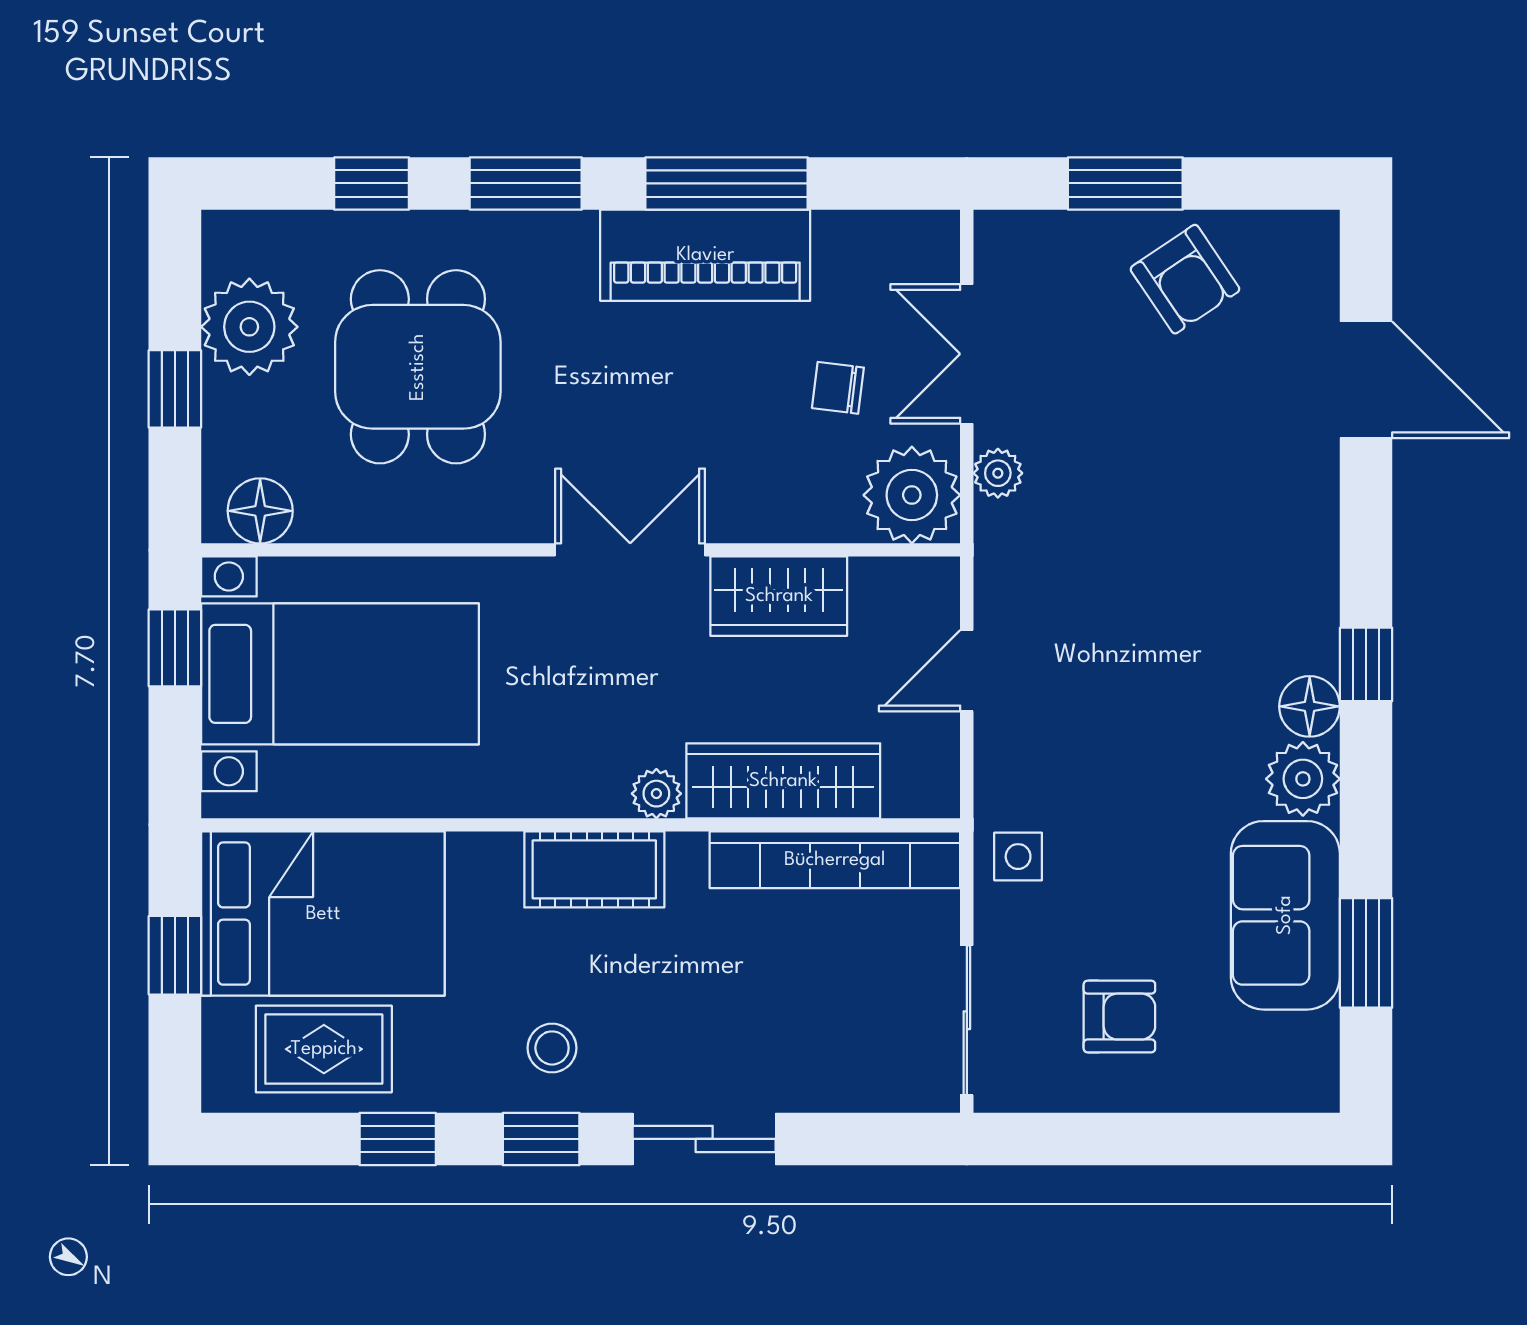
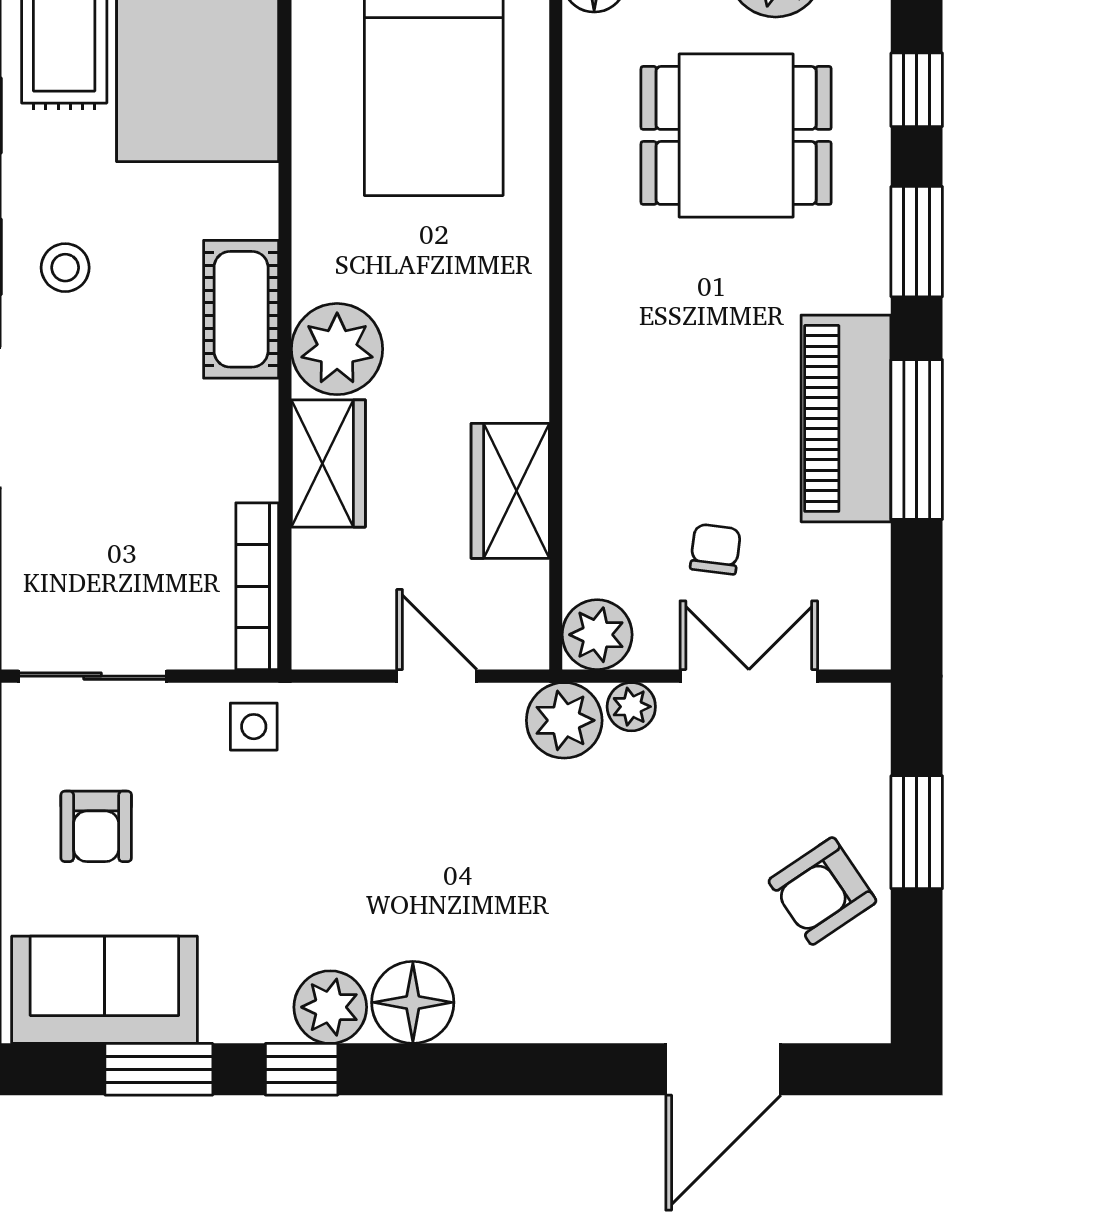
plant: (912, 495) -> (597, 635), width x0.73, depth x0.73
plant: (1012, 541) -> (564, 720), added
double door: (630, 550) -> (556, 344), removed
window: (1366, 664) -> (302, 1069), moved
floor lamp: (1310, 706) -> (413, 1002), width x1.38, depth x1.38
wardrobe: (783, 781) -> (328, 463), width x0.67
plant: (656, 794) -> (337, 349), width x1.88, depth x1.88
bookcase: (835, 860) -> (257, 586), width x0.68, depth x0.76
sofa: (1285, 915) -> (104, 990), moved

